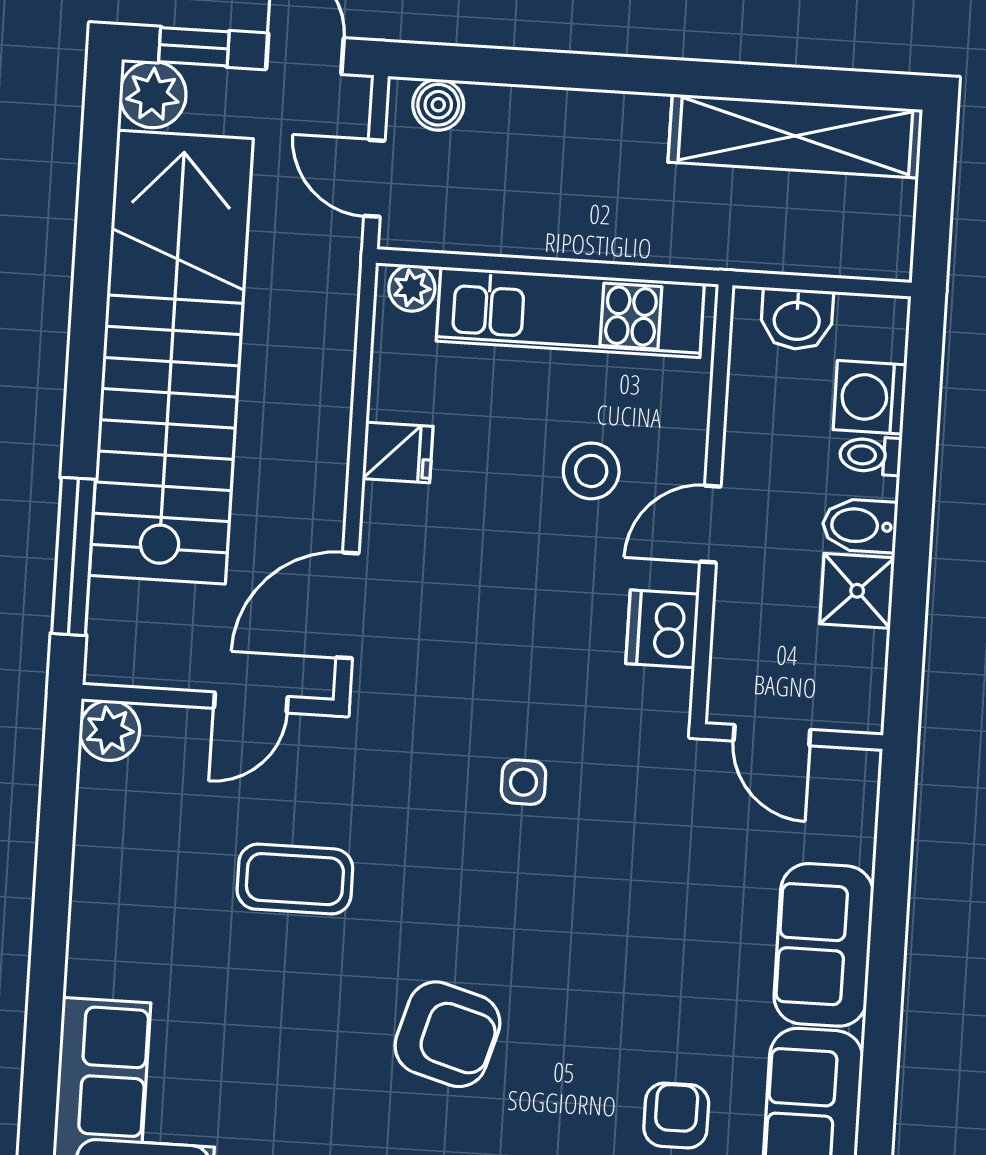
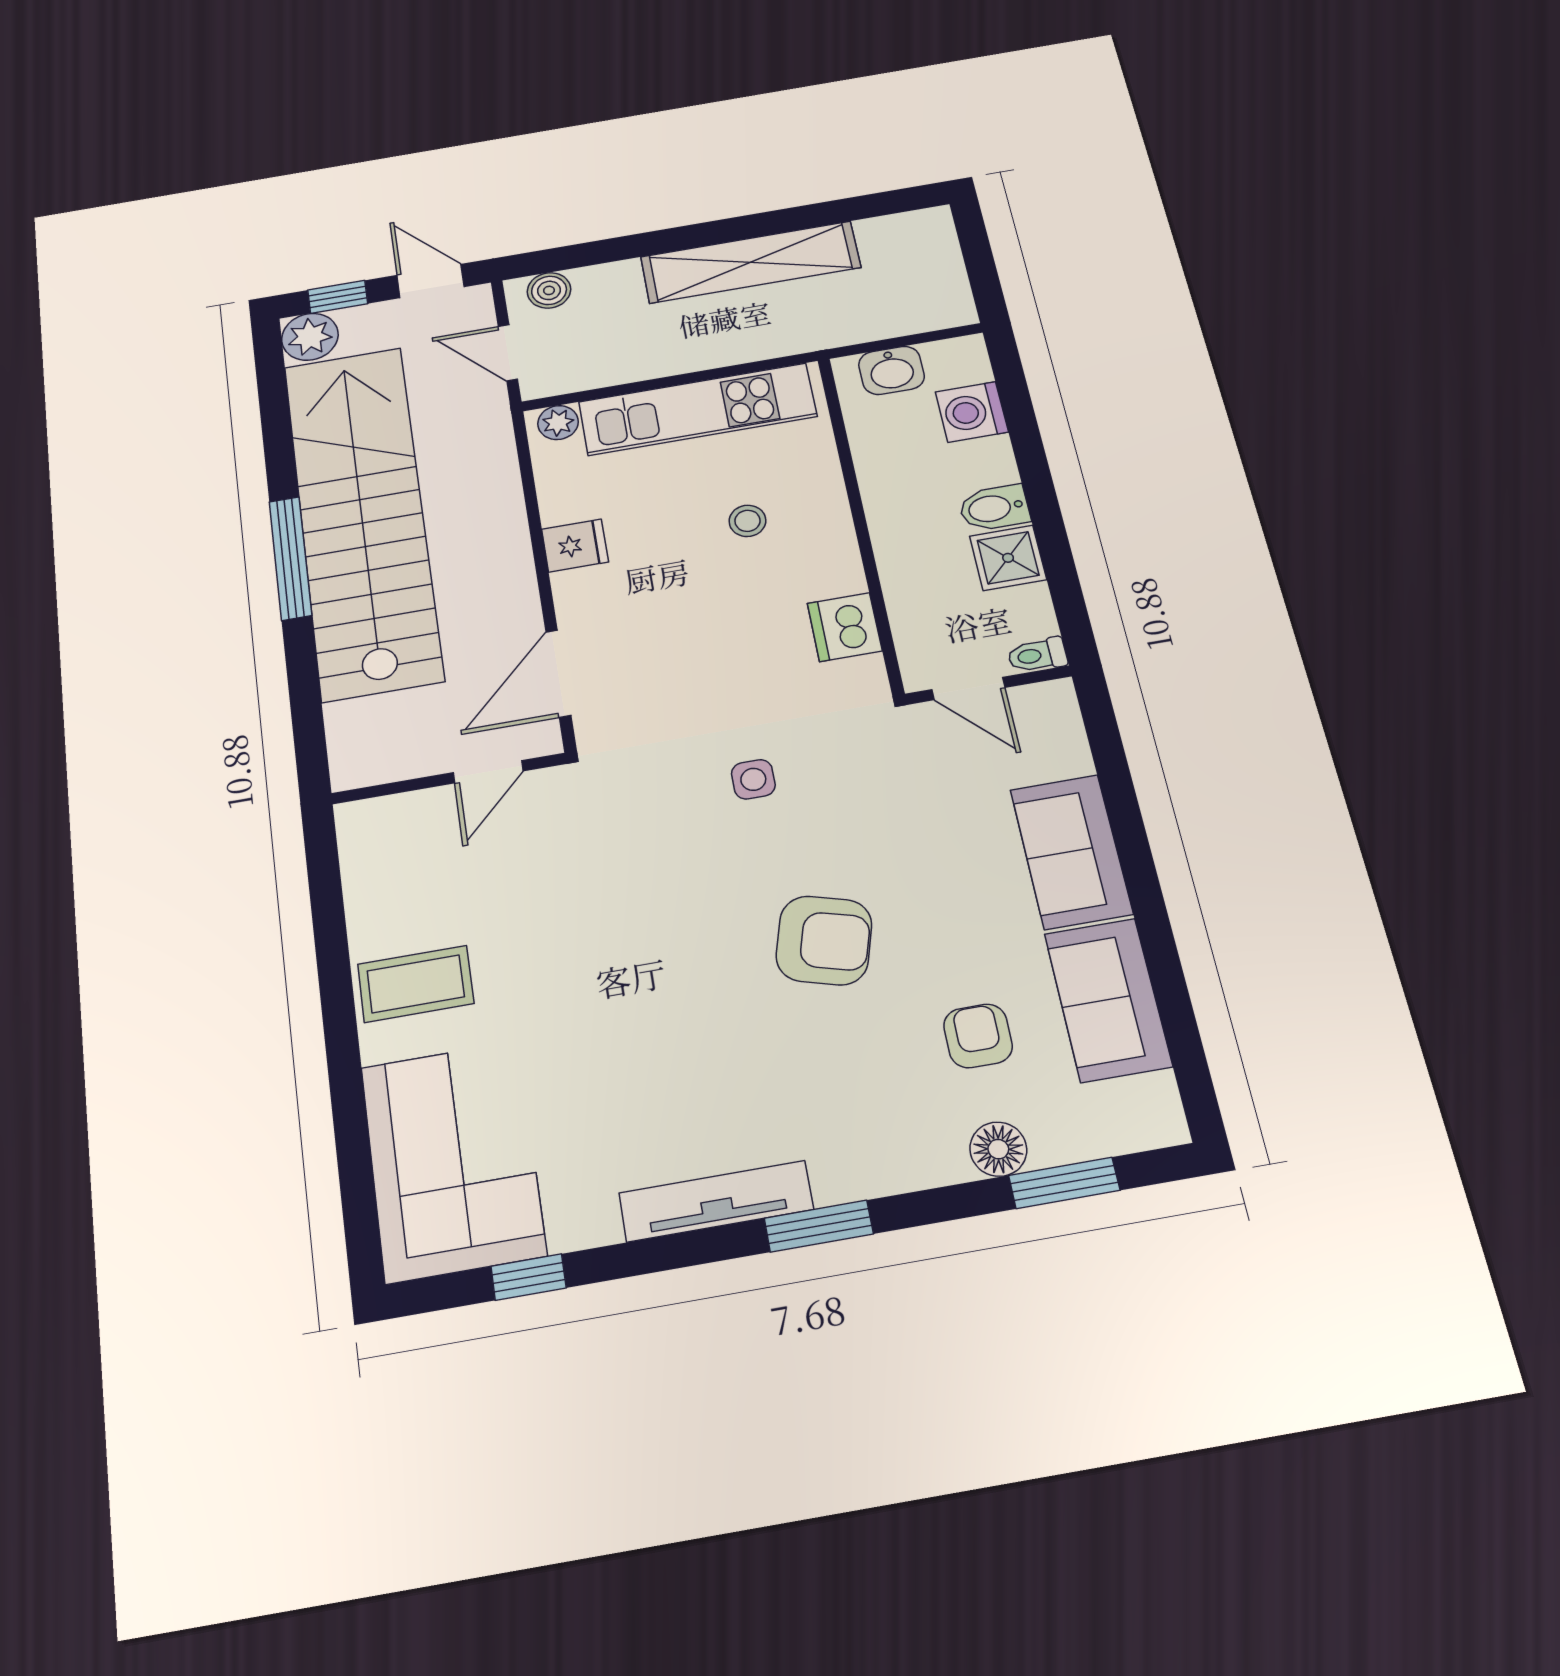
shelving: (795, 136) -> (750, 262), moved
toilet: (871, 455) -> (1037, 655), moved
stool: (591, 471) -> (747, 521), width x0.73, depth x0.73
door: (710, 524) -> (863, 537), removed
window: (73, 556) -> (290, 558), moved
plant: (110, 730) -> (363, 825), removed
coffee table: (295, 879) -> (416, 984), moved
armchair: (447, 1034) -> (824, 940), moved

